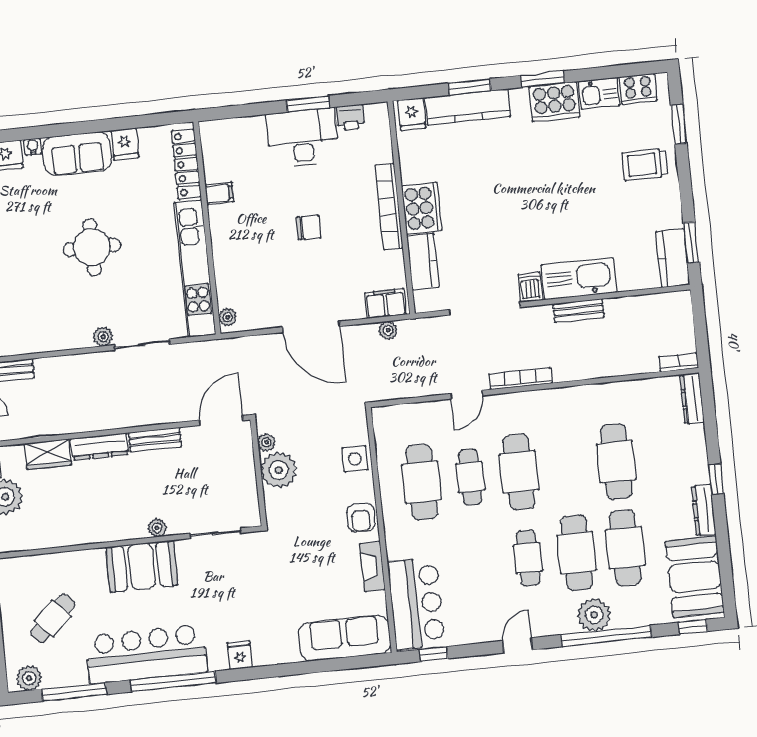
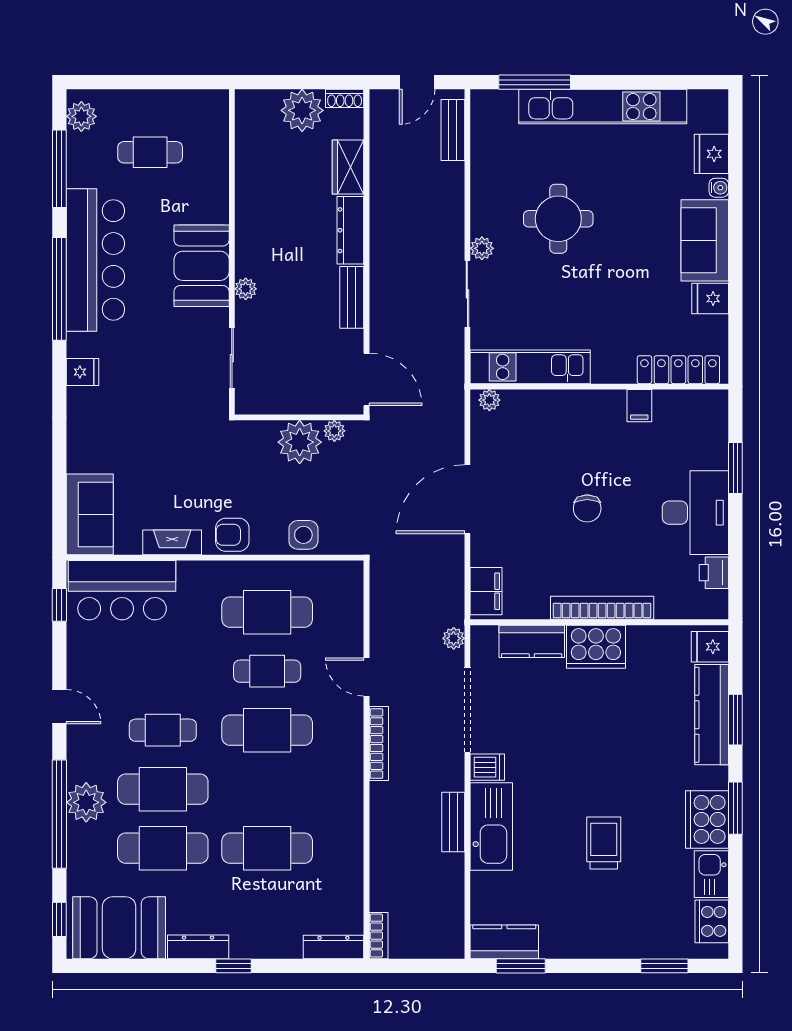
window: (308, 104) -> (735, 468), moved
trolley: (645, 164) -> (604, 843), moved
round table: (92, 247) -> (558, 219), moved
kitchen unit: (195, 269) -> (530, 367), width x0.73
plant: (388, 330) -> (454, 638), moved
cafe table: (53, 618) -> (150, 152), turned -46
sofa: (344, 638) -> (90, 514), width x0.73

